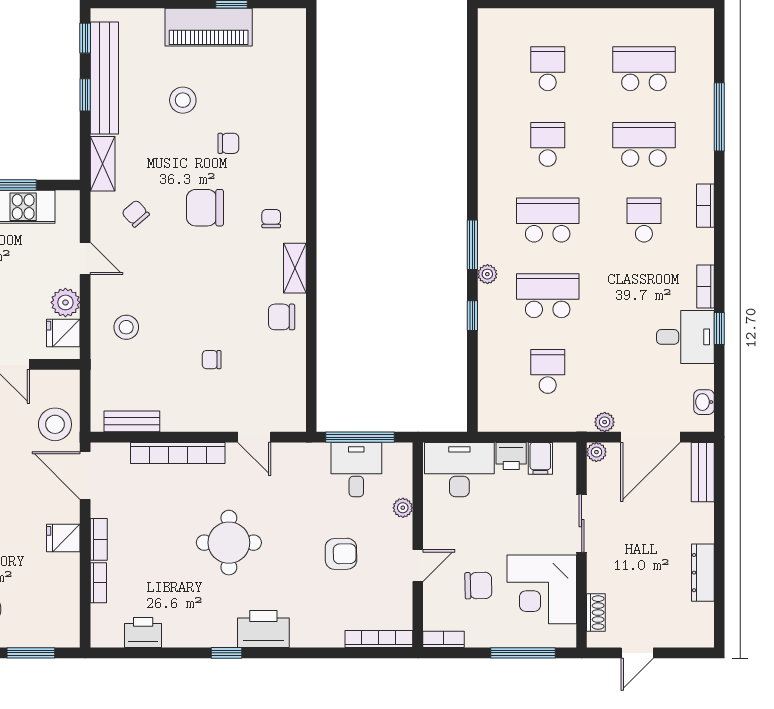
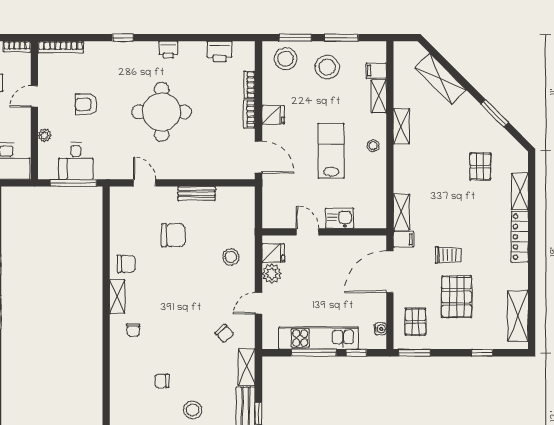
chair: (205, 208) -> (178, 337), removed
door: (85, 259) -> (259, 303), hinge flipped
chair: (212, 360) -> (173, 235), width x1.87, depth x1.87
bench: (132, 421) -> (197, 194), moved
stool: (55, 424) -> (286, 59), moved
bookcase: (178, 453) -> (196, 172), removed
round table: (229, 543) -> (162, 112), width x1.36, depth x1.36
printer: (263, 629) -> (168, 50), moved, width x0.53, depth x0.68
window: (226, 653) -> (123, 38), moved

